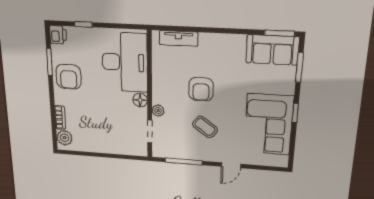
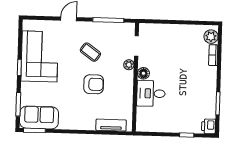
desk: (125, 62) -> (151, 93), width x0.53, depth x0.77
armchair: (69, 77) -> (203, 91), removed
armchair: (201, 89) -> (94, 84), turned 90

